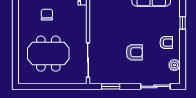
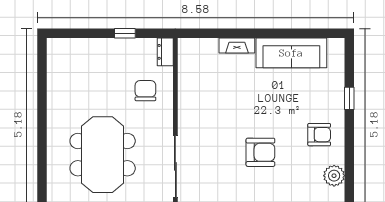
chair: (47, 15) -> (145, 91), moved
meeting table: (48, 54) -> (103, 155), turned 90

